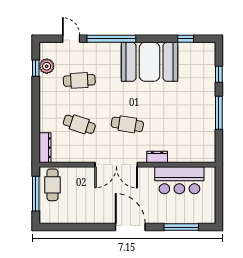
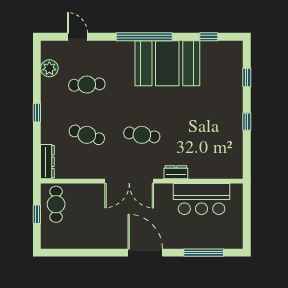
window: (111, 39) -> (144, 37), moved
window: (36, 68) -> (37, 113), moved
window: (219, 113) -> (247, 122), width x0.46
window: (36, 194) -> (37, 214), width x0.46

